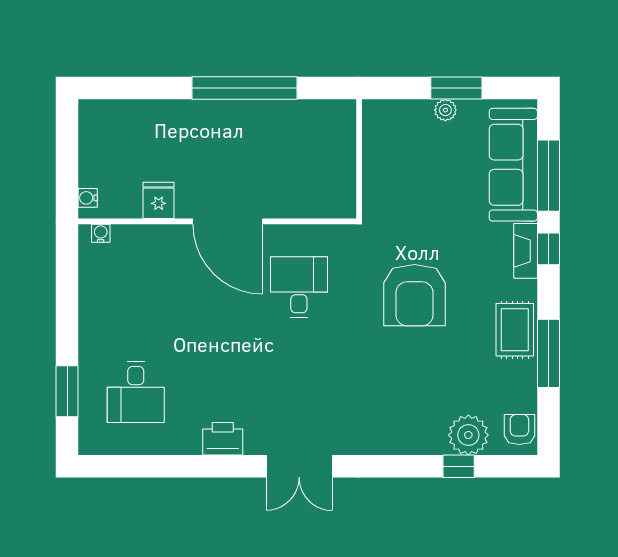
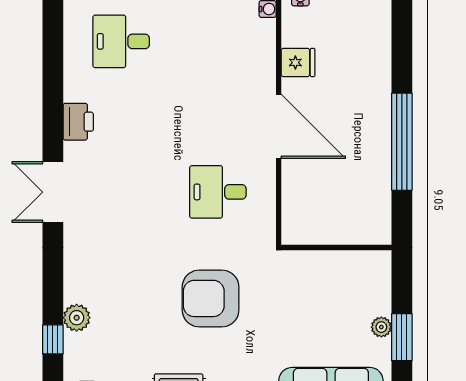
door: (228, 221) -> (279, 126), swing flipped
desk: (299, 287) -> (218, 192), turned 180
plant: (468, 435) -> (77, 318), moved, width x0.73, depth x0.73

